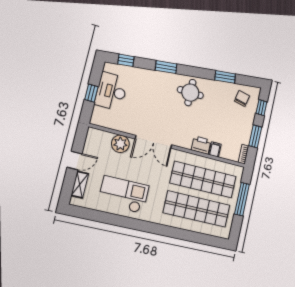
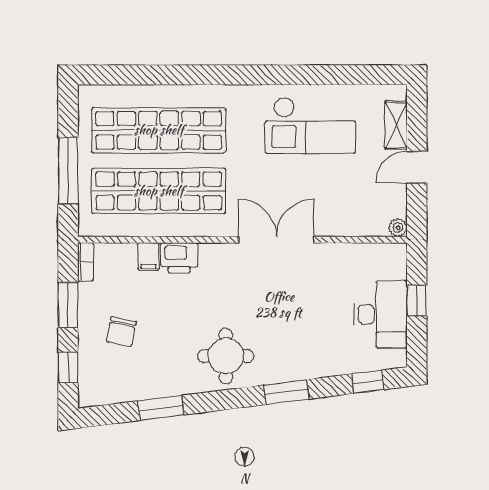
chair: (242, 98) -> (121, 331), moved
plant: (120, 144) -> (398, 228), moved, width x0.53, depth x0.53

